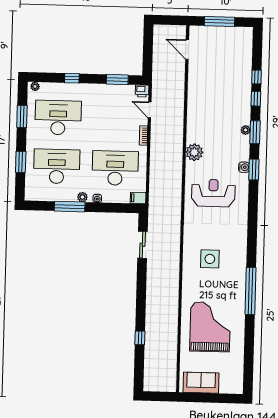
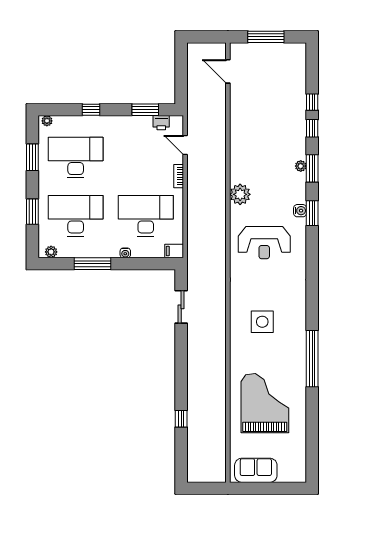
printer: (142, 91) -> (161, 123), moved
reception desk: (213, 193) -> (264, 243), turned 180
plant: (82, 197) -> (51, 252), moved

